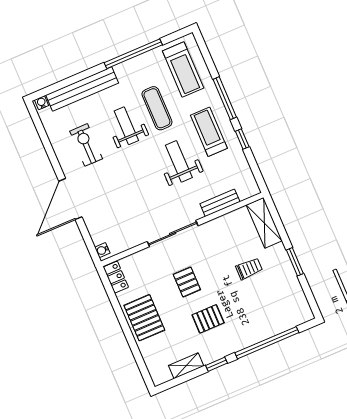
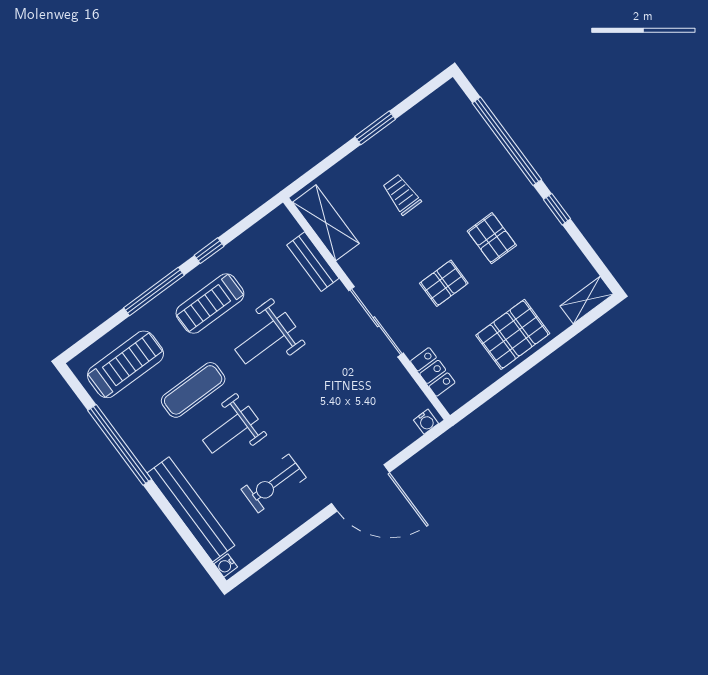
shelving: (264, 223) -> (326, 223), moved, turned 90
locker: (116, 277) -> (433, 372), moved, turned 90
shelving: (186, 366) -> (587, 300), moved, turned 90

